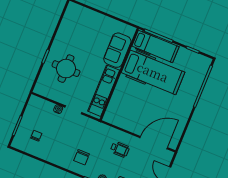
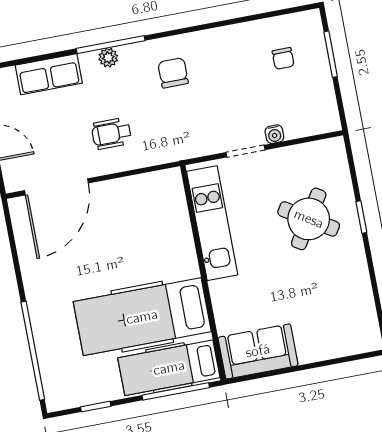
sofa: (117, 50) -> (258, 351), moved, turned -90
round table: (66, 69) -> (309, 219), turned 32

